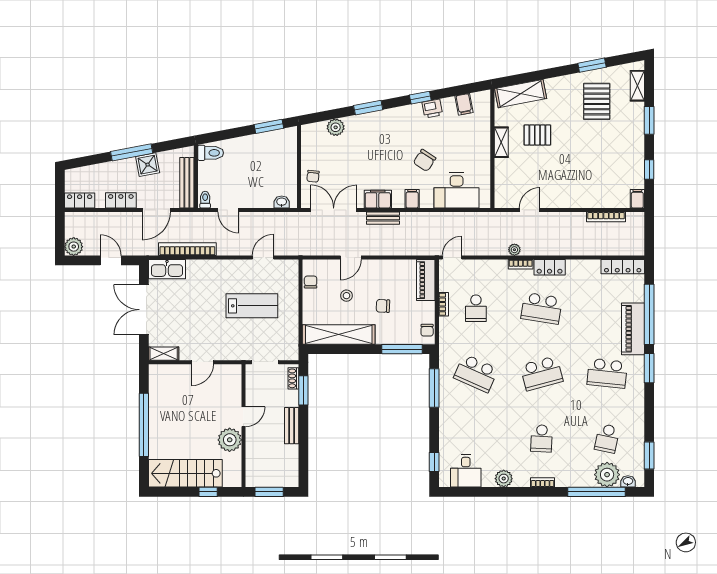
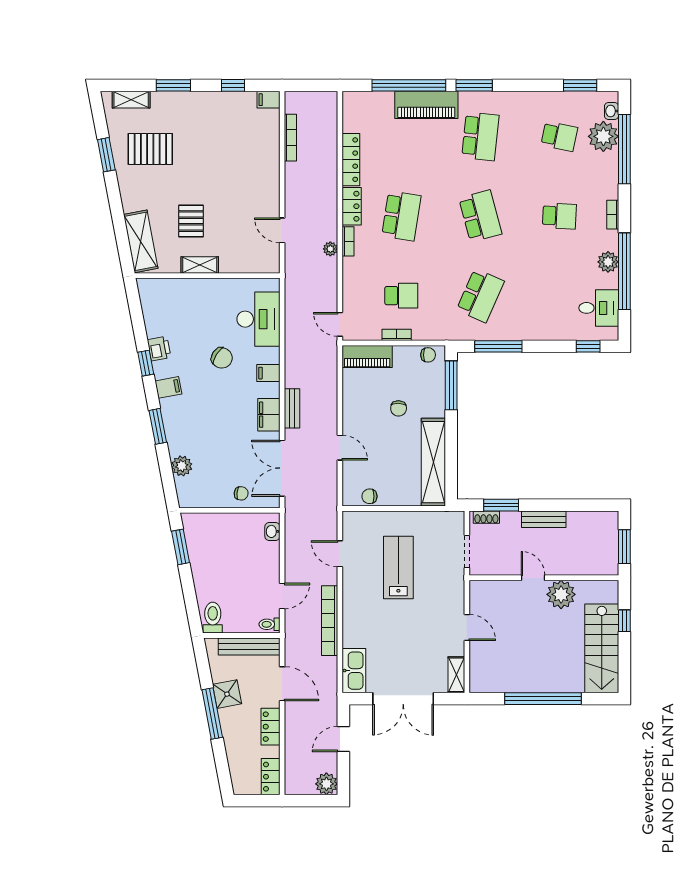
filing cabinet: (464, 104) -> (168, 387), moved
bookcase: (187, 249) -> (330, 621), moved
locker: (623, 267) -> (351, 160), moved
stool: (346, 296) -> (386, 453), removed
window: (496, 492) -> (624, 271), added

